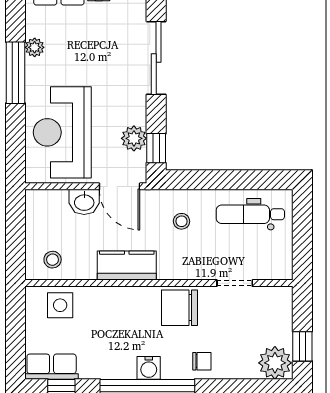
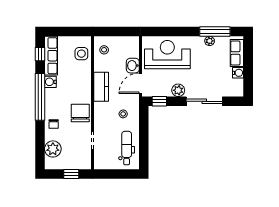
window: (16, 73) -> (215, 31), moved
plant: (134, 138) -> (178, 90), moved
window: (302, 346) -> (71, 174), moved
plant: (275, 363) -> (53, 149), moved
row of seats: (52, 367) -> (51, 56), width x1.48
water cooler: (149, 368) -> (50, 82), moved

